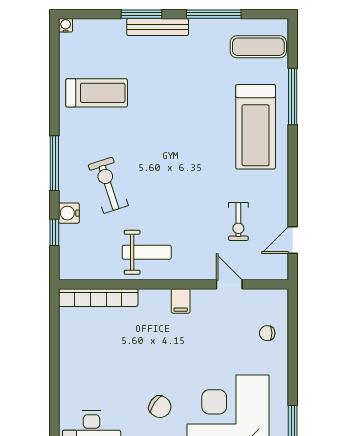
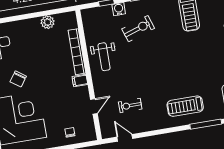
treadmill: (256, 127) -> (185, 106), width x0.73, depth x0.73
bookcase: (98, 298) -> (77, 52), moved
plant: (70, 340) -> (48, 22), added

